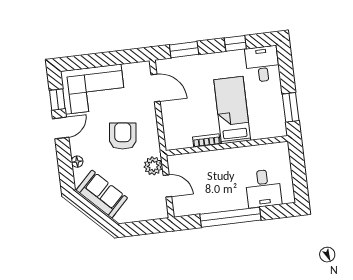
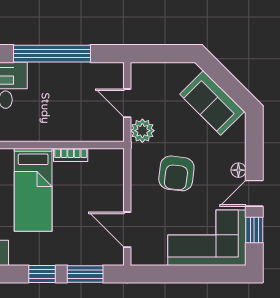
window: (235, 43) -> (42, 274), moved
floor lamp: (77, 162) -> (238, 170), moved

